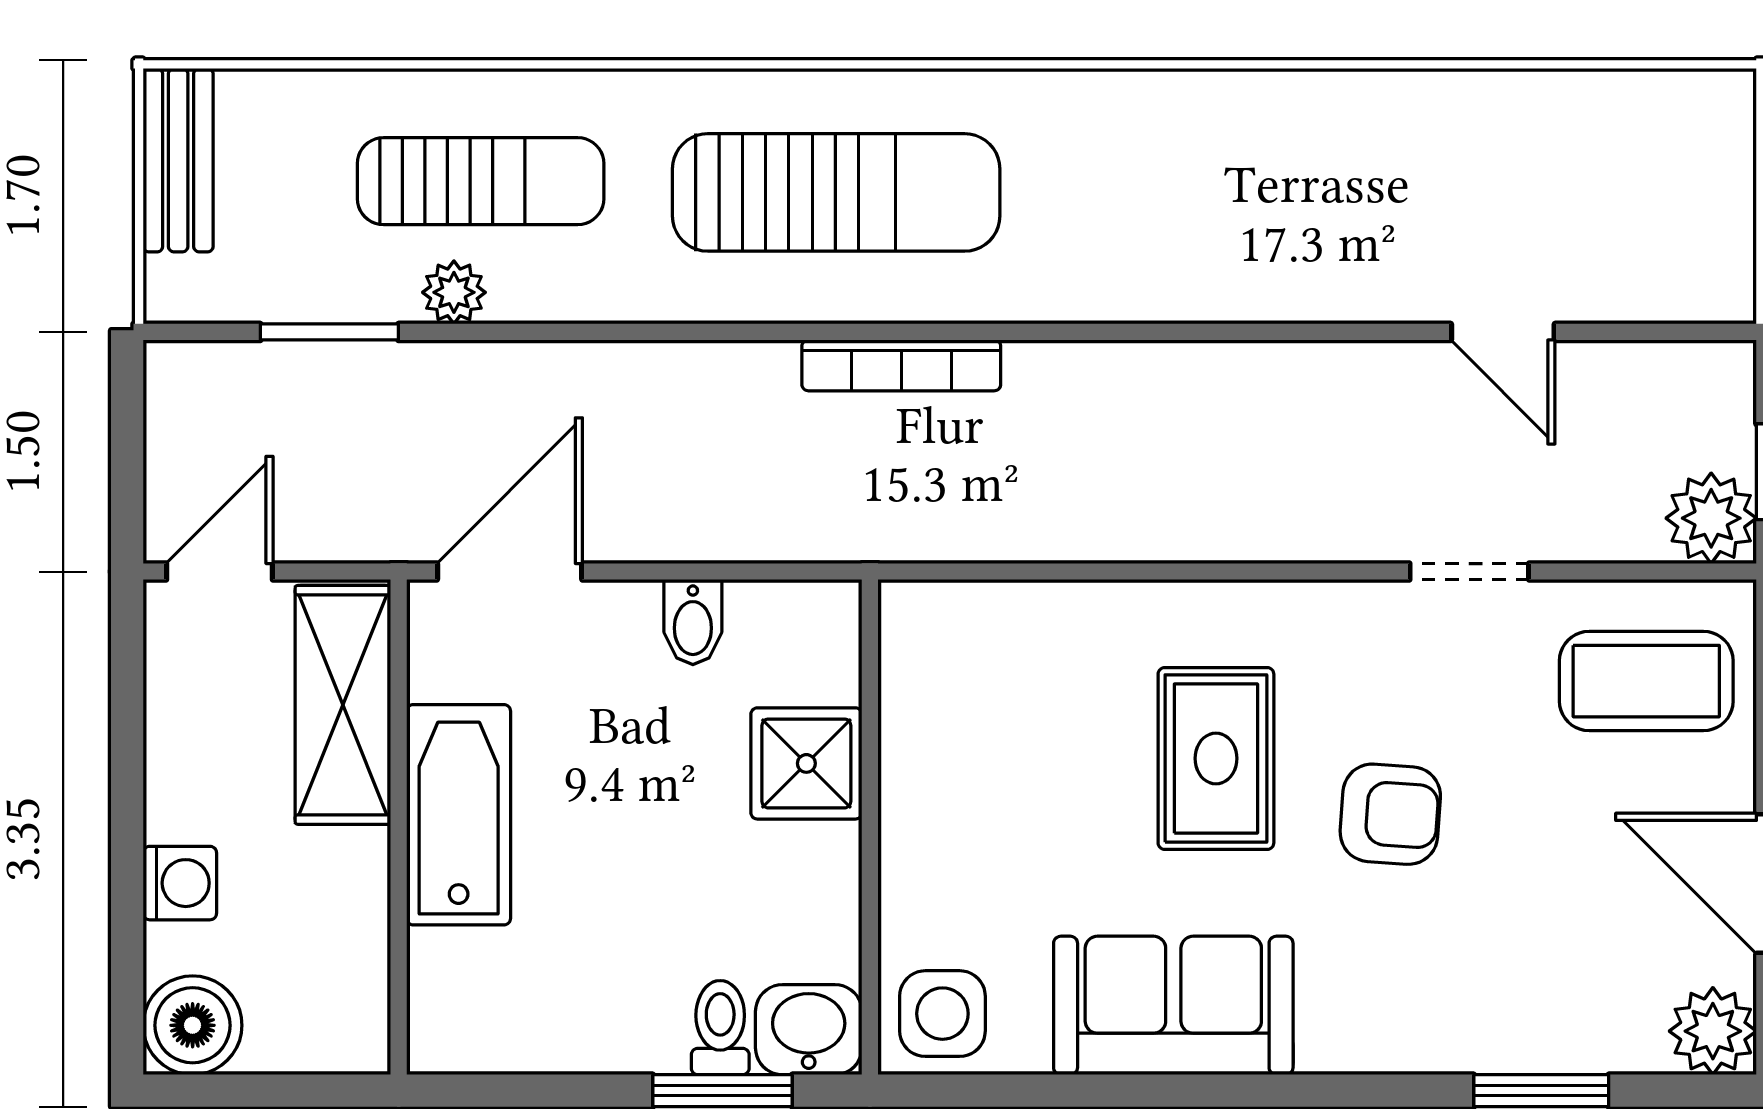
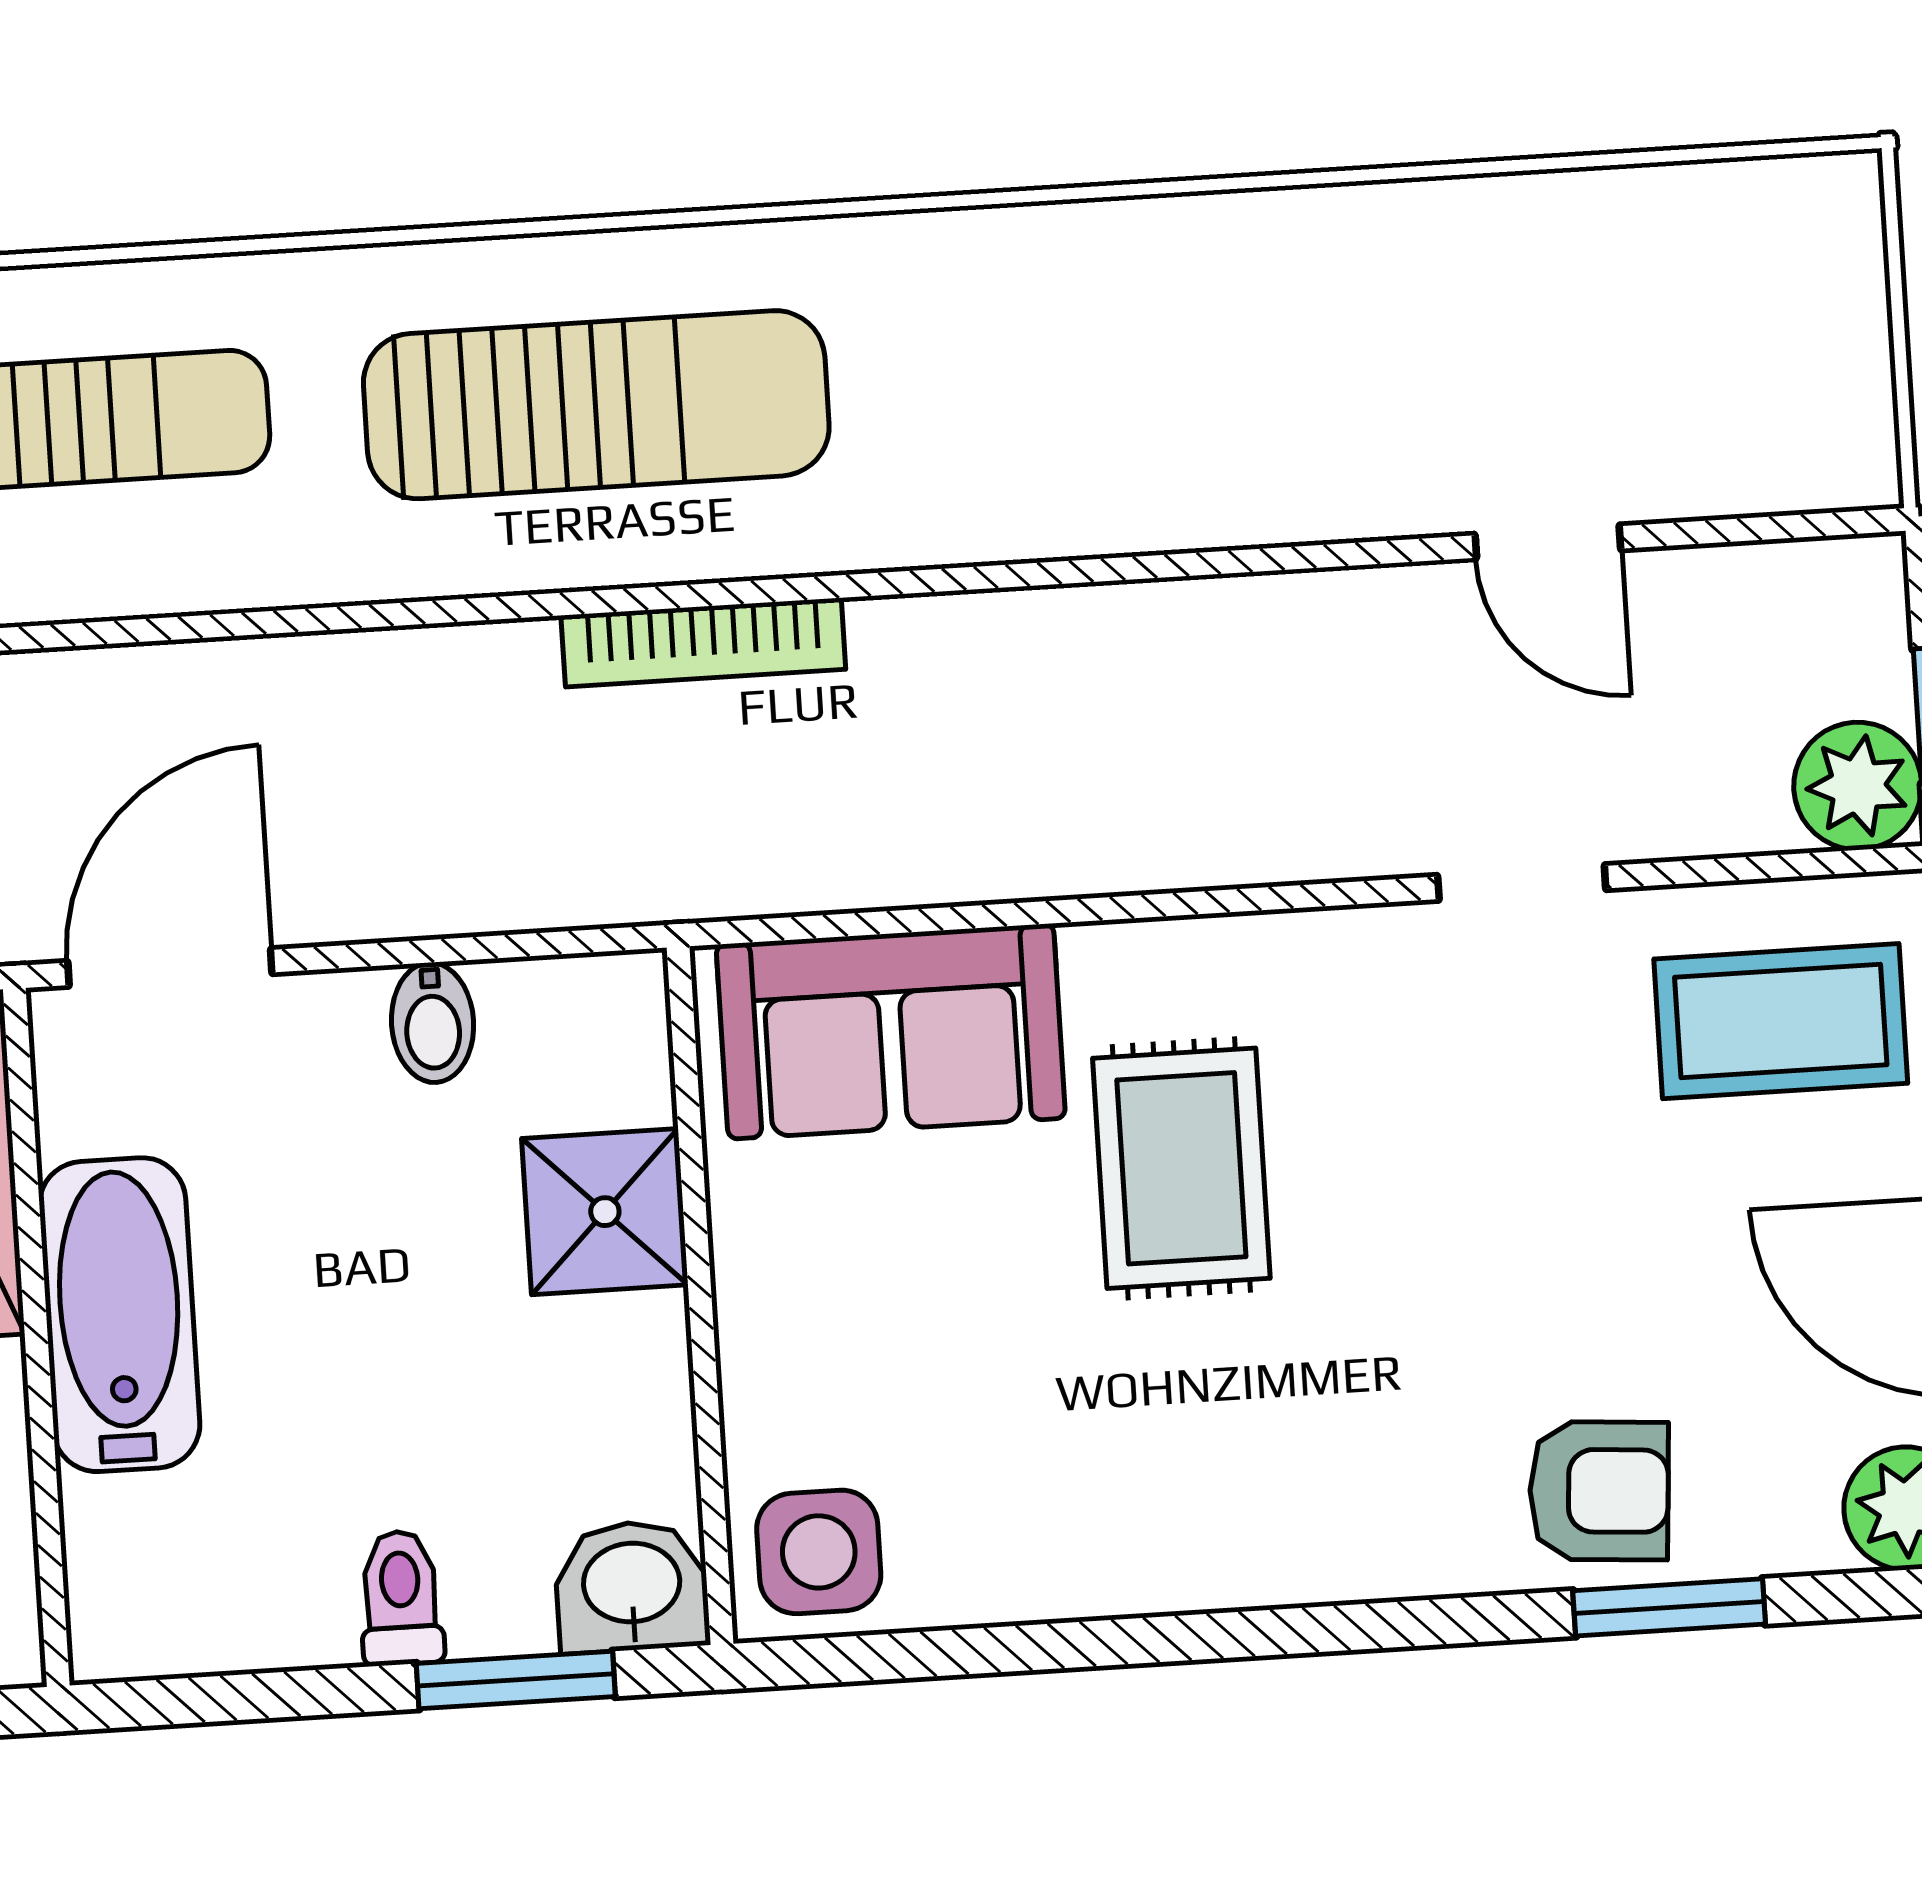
plant: (454, 292) -> (67, 579), removed
armchair: (1390, 814) -> (1599, 1491), moved
sofa: (1173, 1005) -> (891, 1031), moved, turned 180
toilet: (720, 1028) -> (401, 1598), moved

